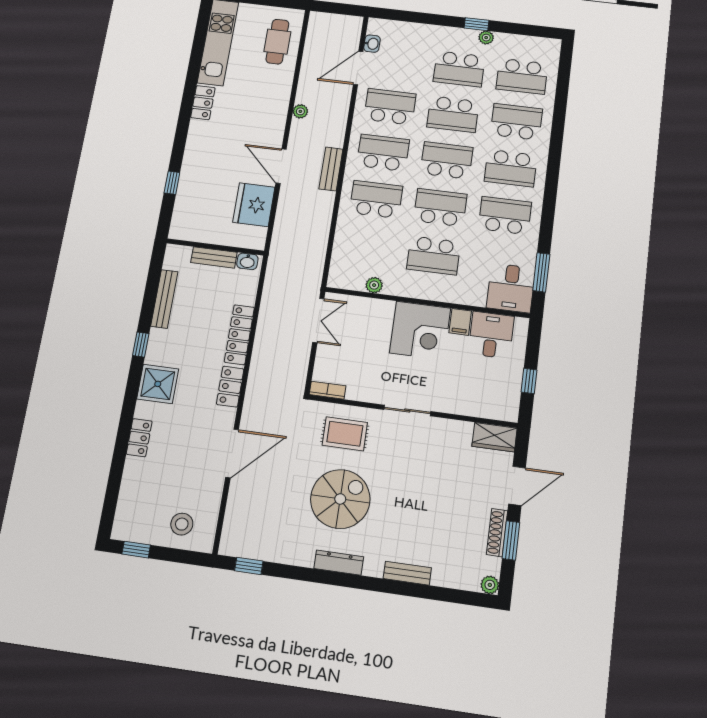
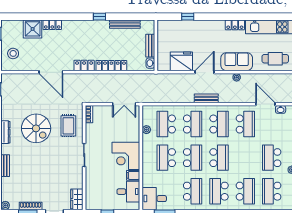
sofa: (271, 108) -> (237, 62), added
school desk: (453, 114) -> (166, 124), moved
shower: (158, 384) -> (33, 29), moved

